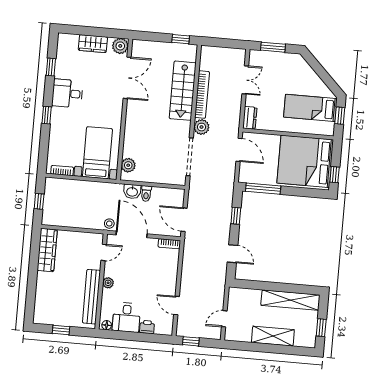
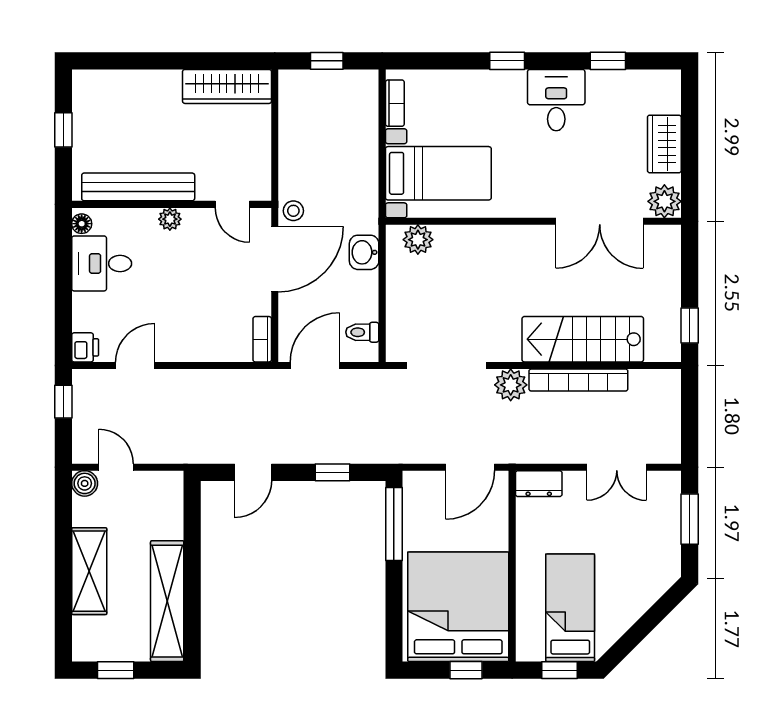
window: (335, 175) -> (466, 670), moved
toilet: (146, 194) -> (362, 332), moved
printer: (147, 327) -> (85, 347), moved
boiler: (231, 335) -> (85, 483), added

